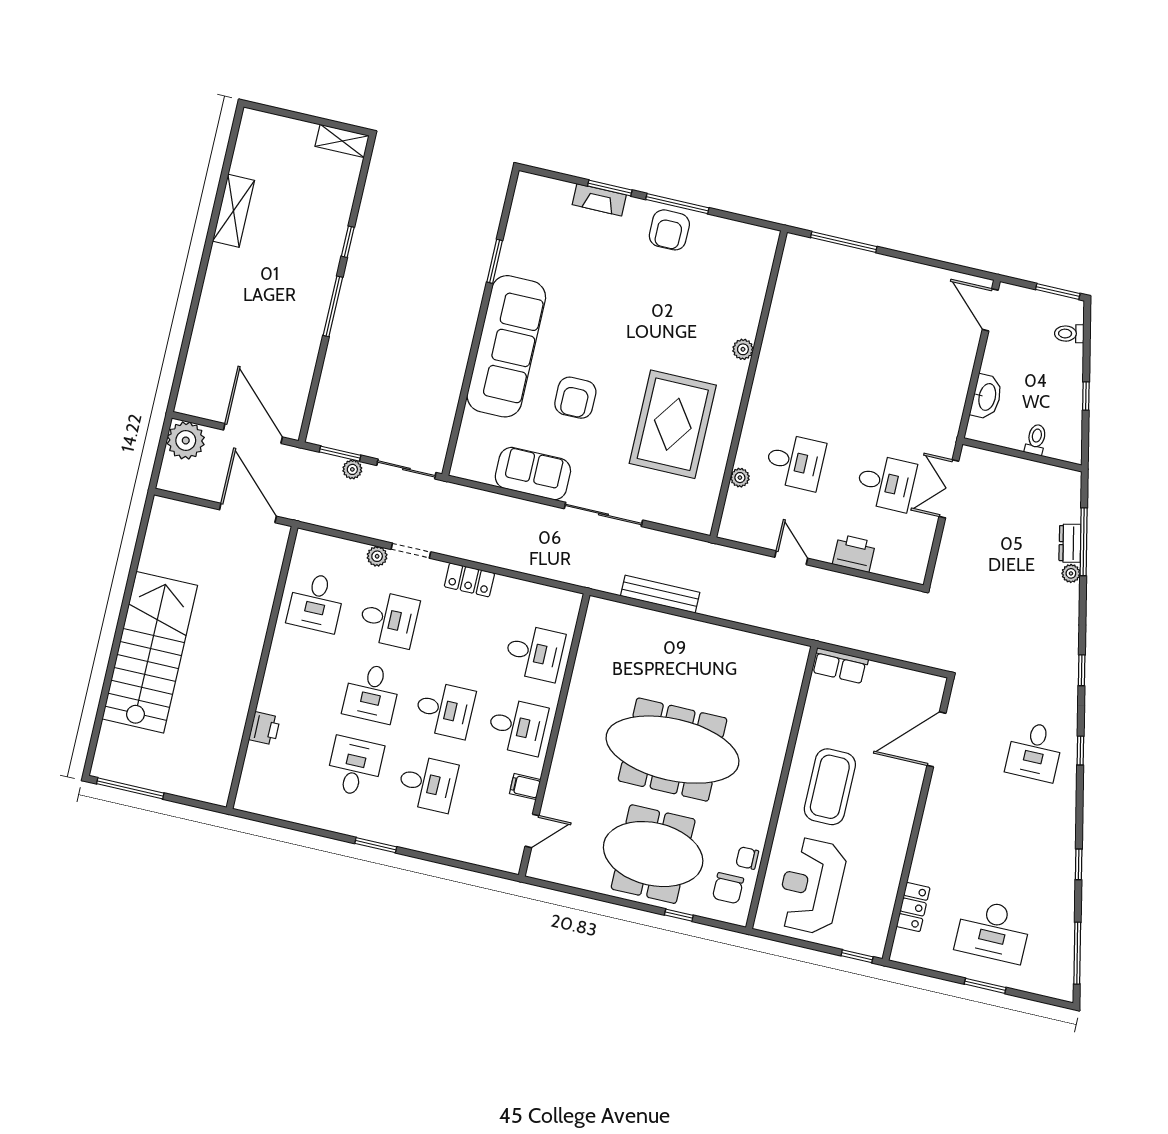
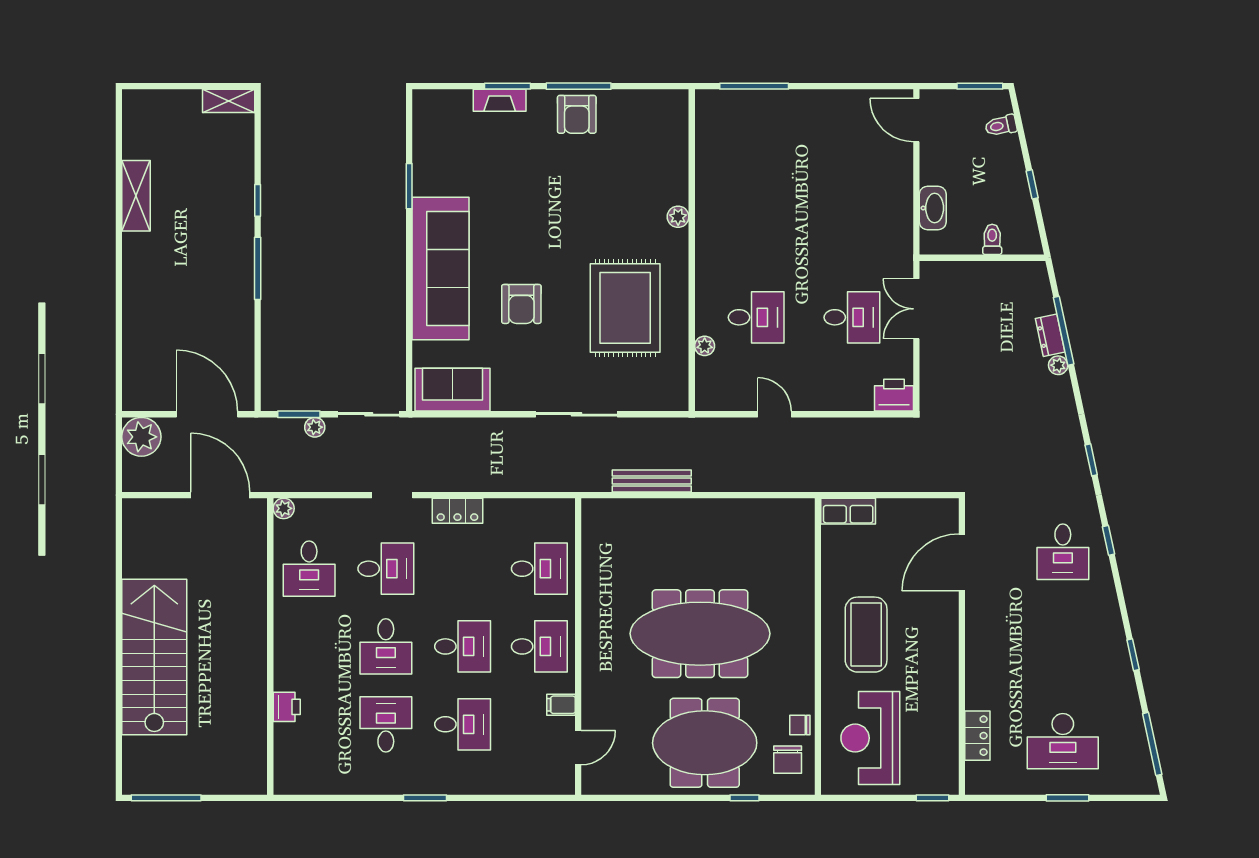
sofa: (533, 474) -> (452, 390), moved
printer: (854, 553) -> (894, 395), moved
plant: (377, 556) -> (284, 508), moved

